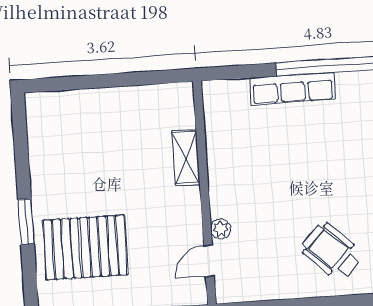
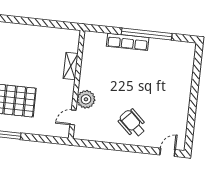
plant: (221, 229) -> (86, 99), width x1.88, depth x1.88

